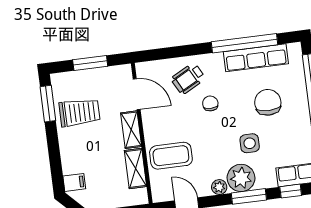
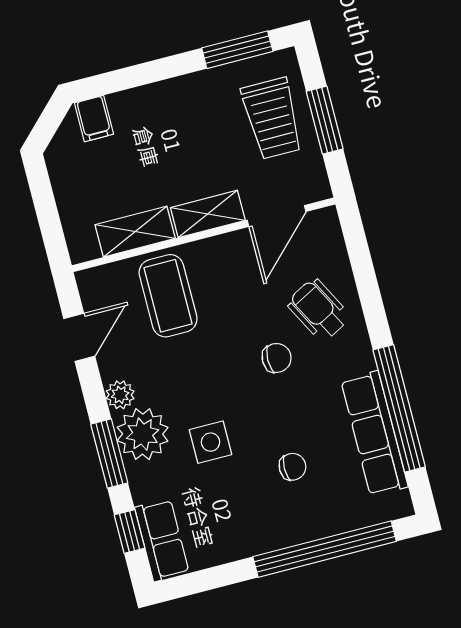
chair: (268, 102) -> (293, 467), width x0.54, depth x0.54
trolley: (80, 112) -> (272, 118), moved

